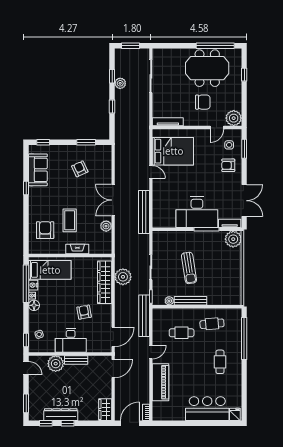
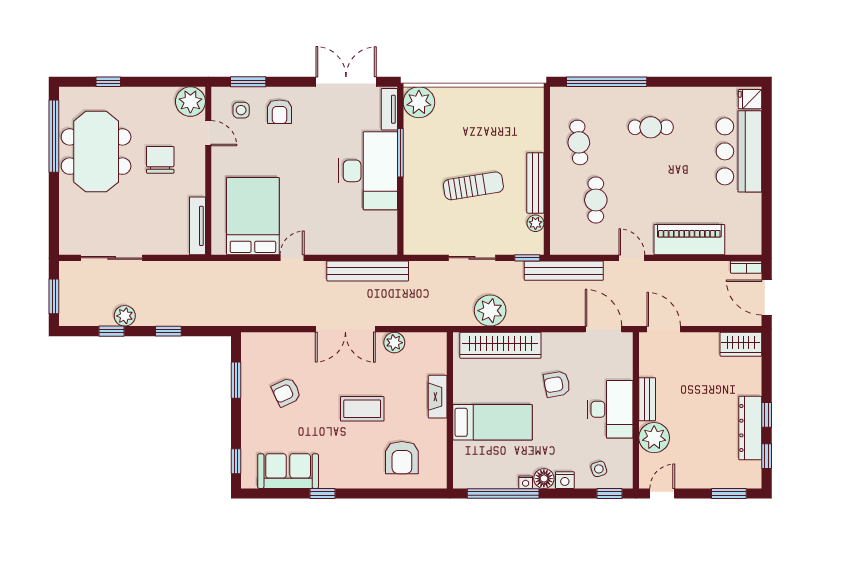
coffee table: (70, 220) -> (362, 409), moved
armchair: (45, 230) -> (402, 458), turned -90
bed: (50, 270) -> (493, 422), moved, turned 90
nightstand: (33, 285) -> (565, 480), moved

